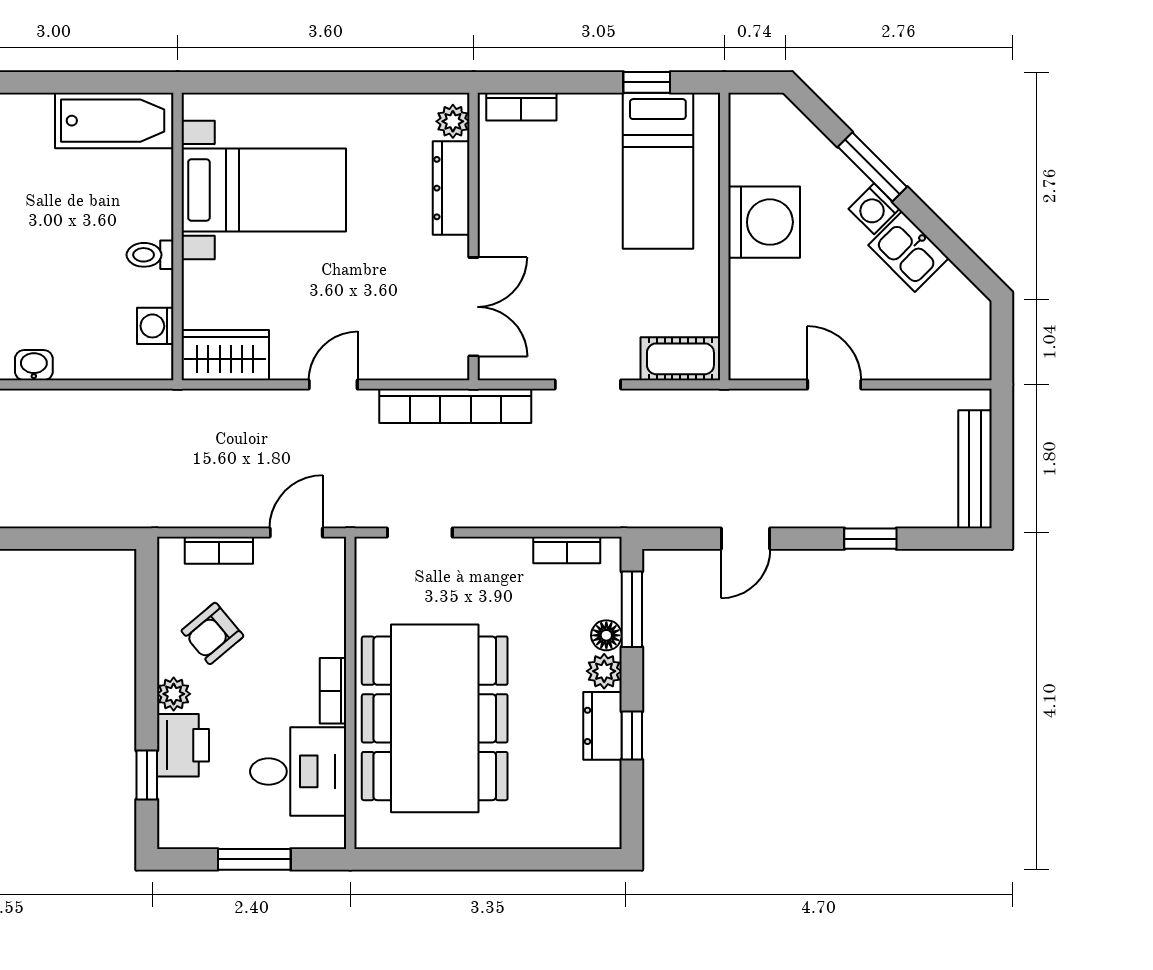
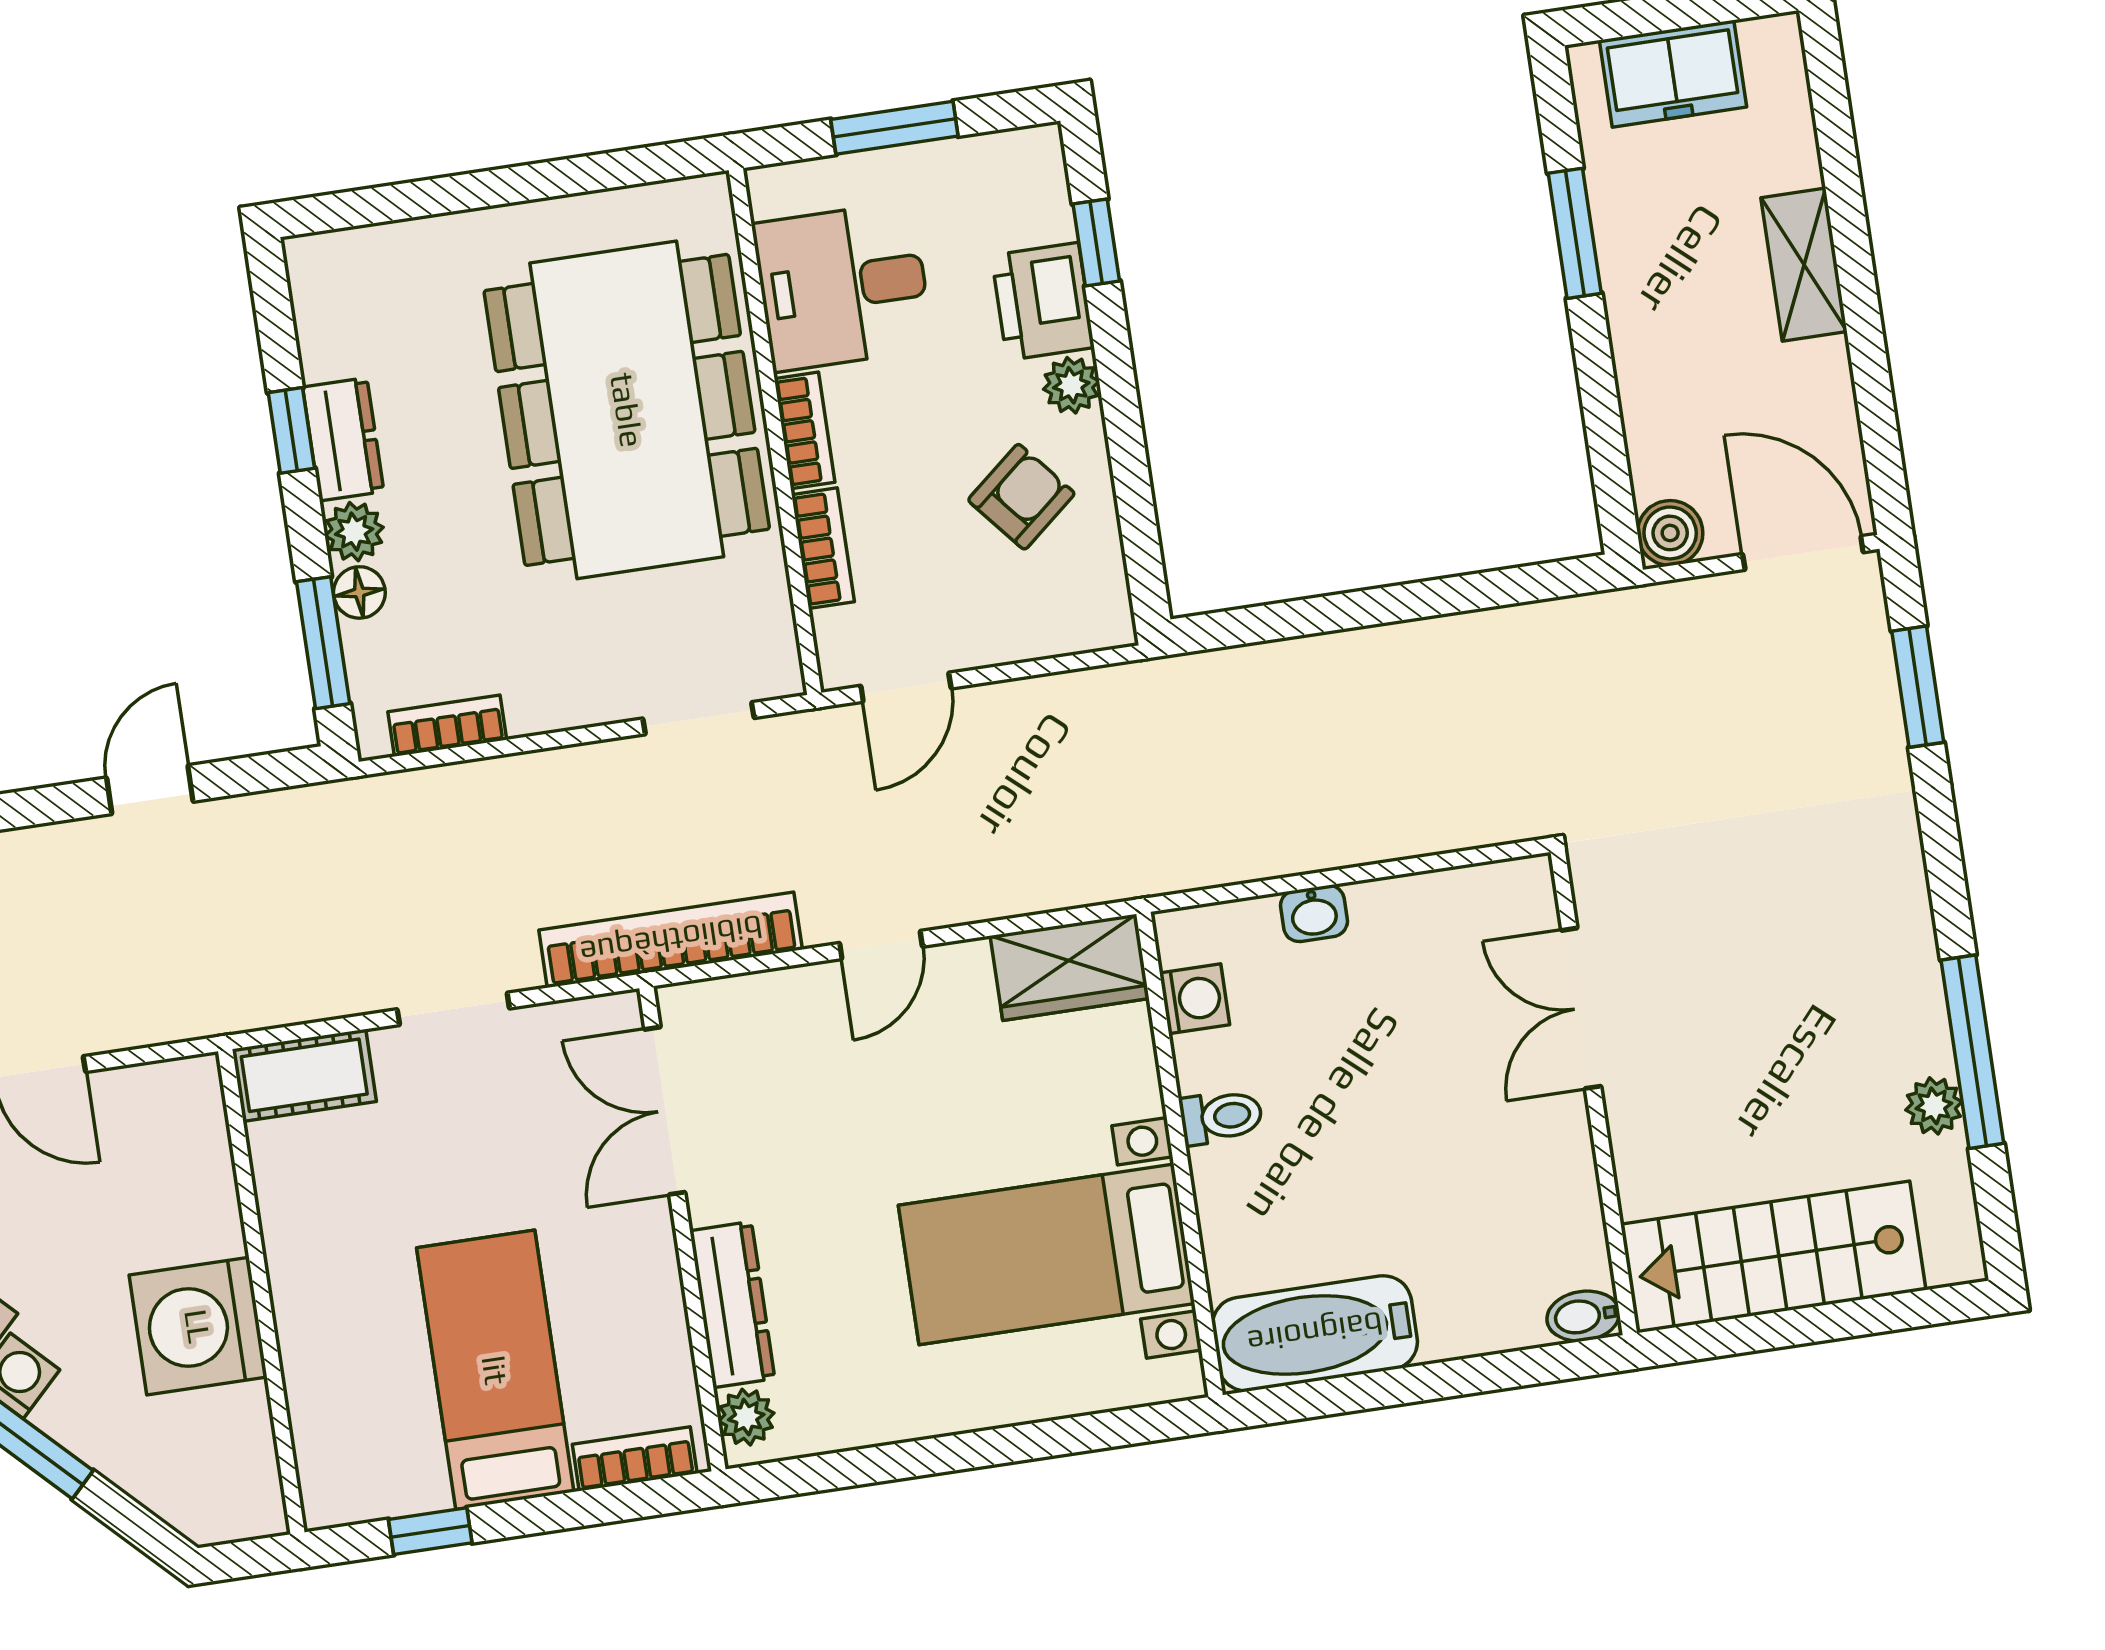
bed: (658, 171) -> (495, 1370), moved
washbasin: (34, 365) -> (1314, 913), moved
bookcase: (219, 550) -> (823, 548), moved, turned 90

